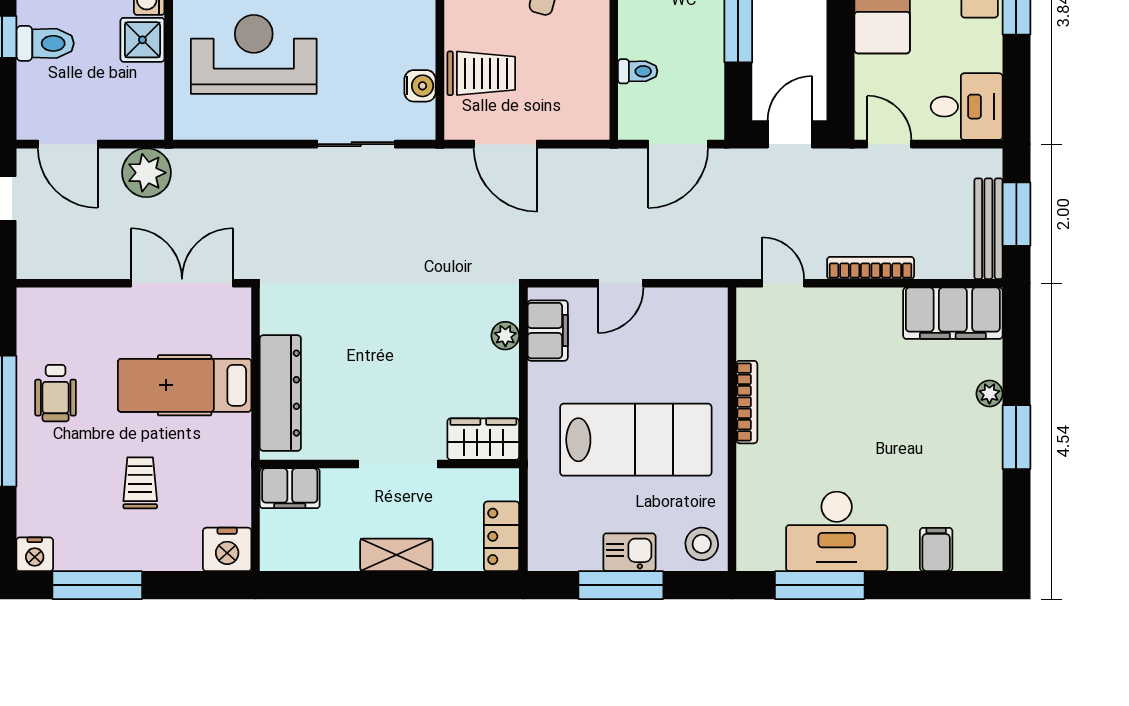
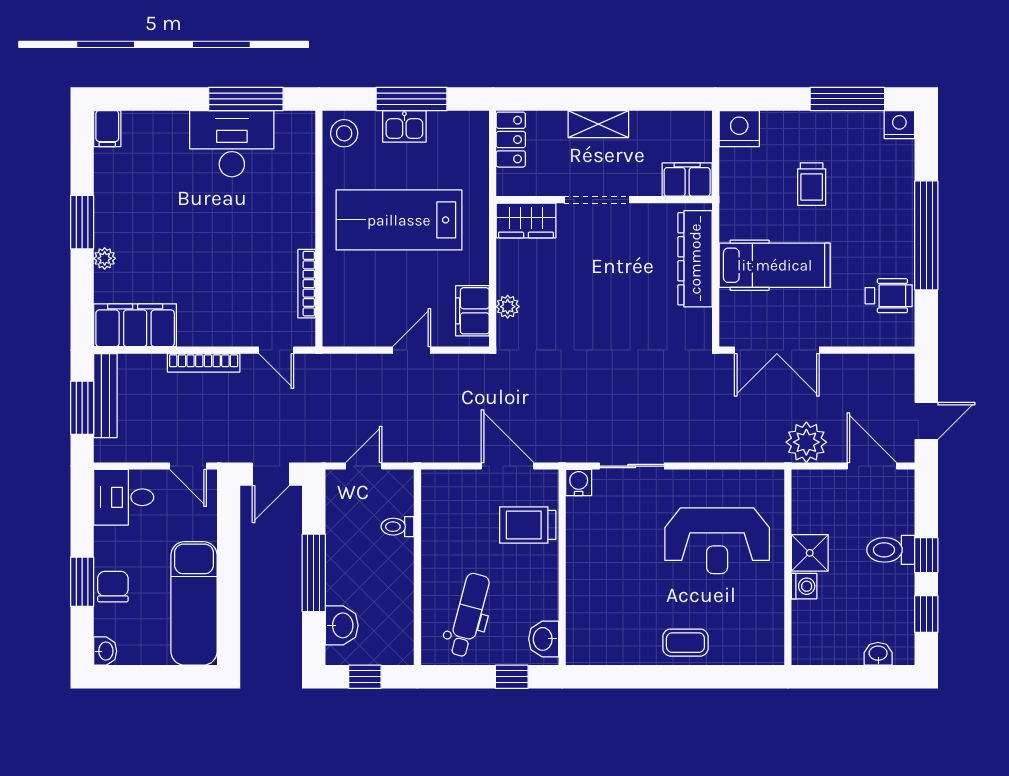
water cooler: (420, 86) -> (579, 483), moved, turned 90
door: (678, 144) -> (364, 466), width x0.73
wheelchair: (56, 393) -> (889, 296), moved, turned 90
bookcase: (747, 402) -> (307, 284), moved
filing cabinet: (936, 550) -> (107, 129), moved

